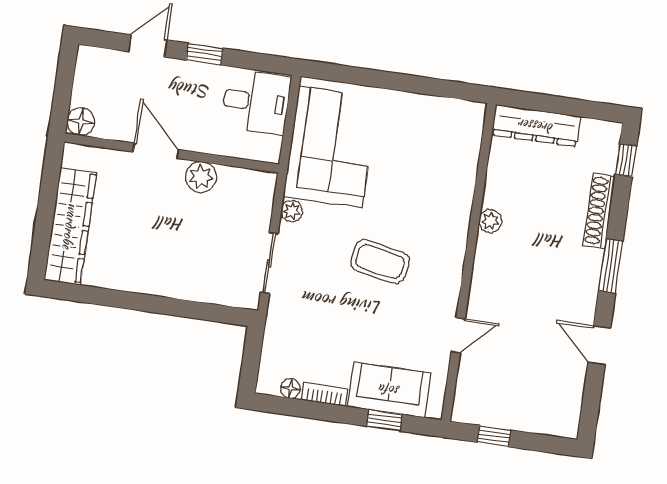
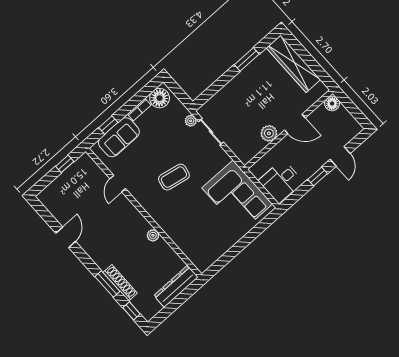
plant: (292, 211) -> (191, 121), moved
window: (611, 266) -> (107, 284), moved
window: (121, 299) -> (247, 59), added
door: (599, 345) -> (66, 237), hinge flipped
floor lamp: (290, 389) -> (160, 98), width x1.89, depth x1.89

